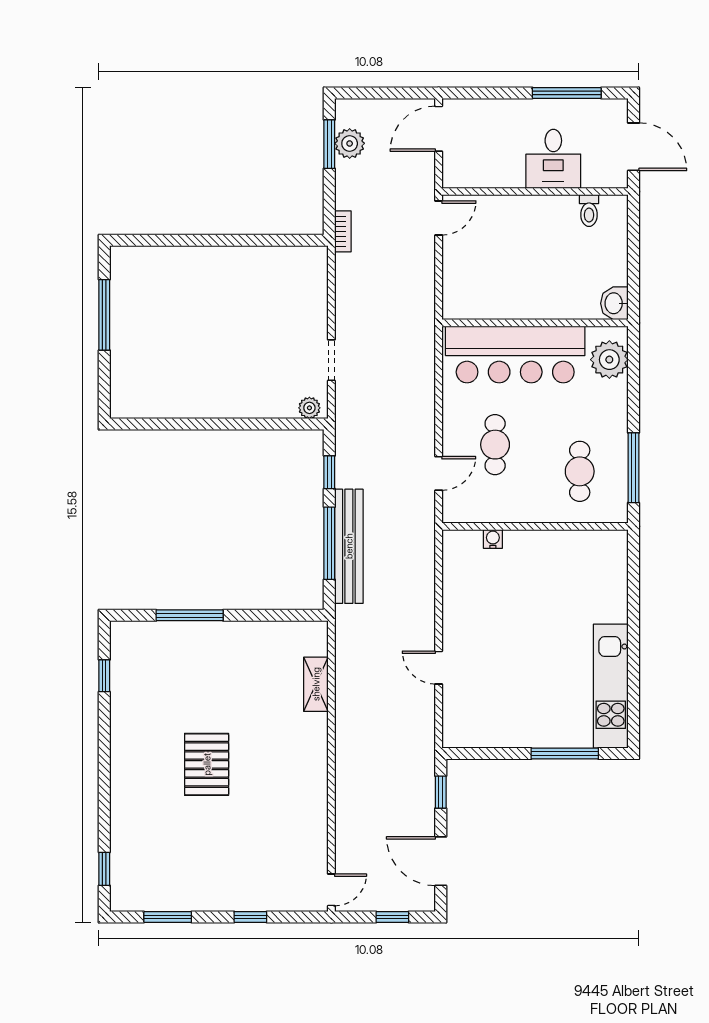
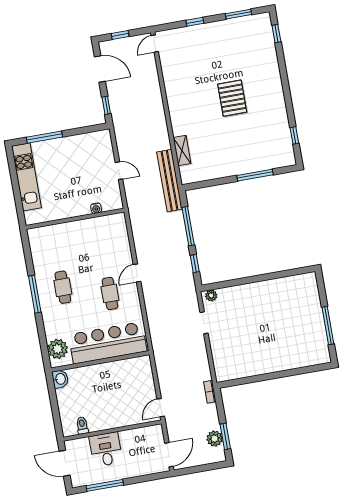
wall: (535, 526) -> (75, 219), moved
water cooler: (493, 539) -> (96, 208), moved
bench: (349, 546) -> (169, 181), moved

